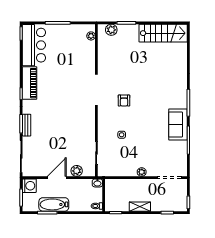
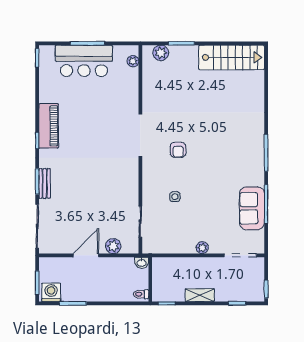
bar counter: (34, 45) -> (84, 61), moved, turned 90
sofa: (178, 124) -> (252, 208), moved
washing machine: (29, 186) -> (51, 292), moved, turned -90
bathtub: (54, 204) -> (82, 292), removed

